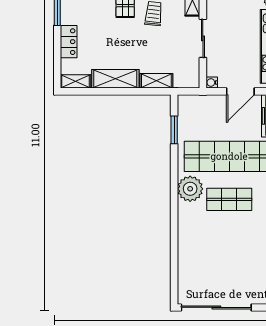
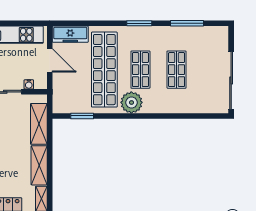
shelving: (156, 81) -> (39, 124), width x1.50, depth x1.33
water cooler: (212, 83) -> (29, 84), moved
shop shelf: (229, 242) -> (177, 70), added

